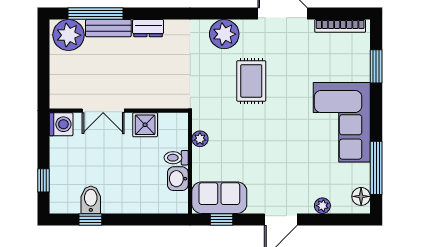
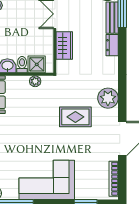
wardrobe: (149, 97) -> (64, 46), added
shower: (145, 125) -> (37, 64), moved

